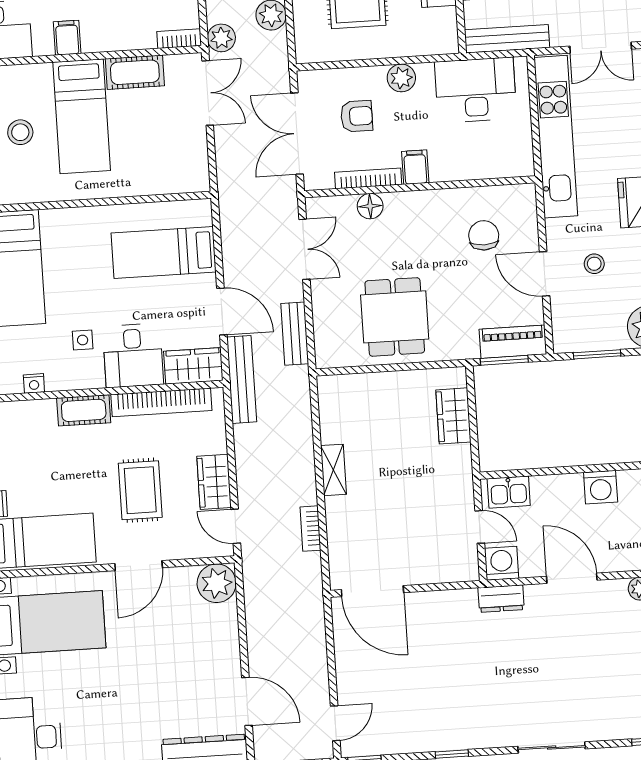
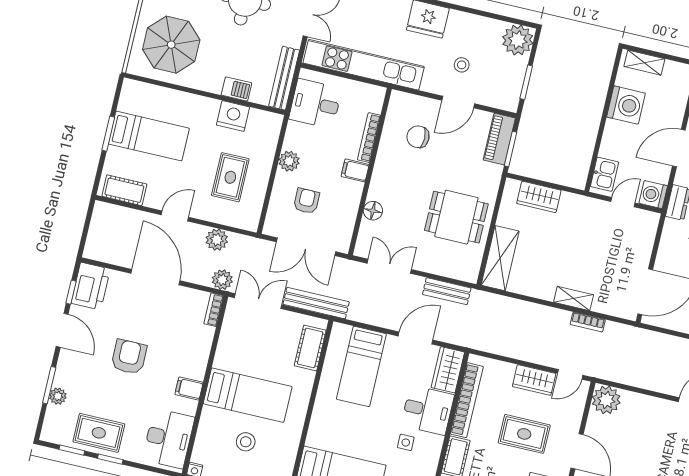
cot: (135, 72) -> (310, 348), moved
desk: (476, 90) -> (315, 104), width x0.73
bookcase: (368, 178) -> (369, 138), moved
bench: (242, 379) -> (316, 303), moved
shelving: (359, 390) -> (500, 258), added
shelving: (333, 470) -> (574, 298), moved
washing machine: (601, 487) -> (626, 105), width x1.37, depth x1.37

